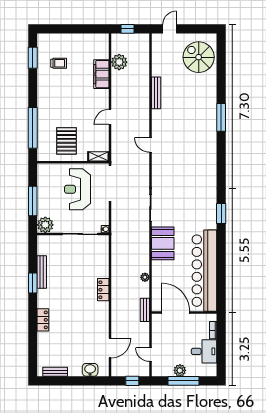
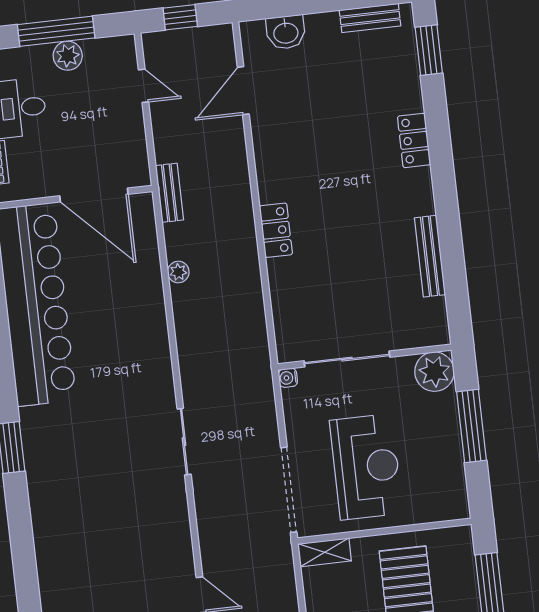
booth: (163, 243) -> (145, 359), removed
window: (33, 283) -> (429, 50), moved

